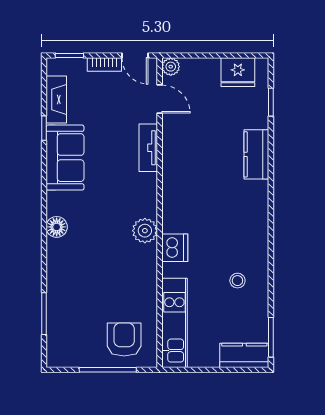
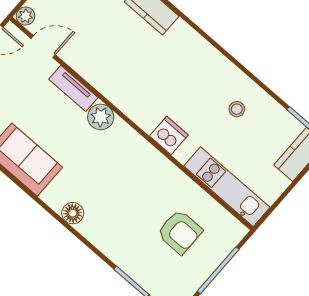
plant: (145, 231) -> (101, 117), moved
armchair: (124, 340) -> (180, 232), moved, turned 180

